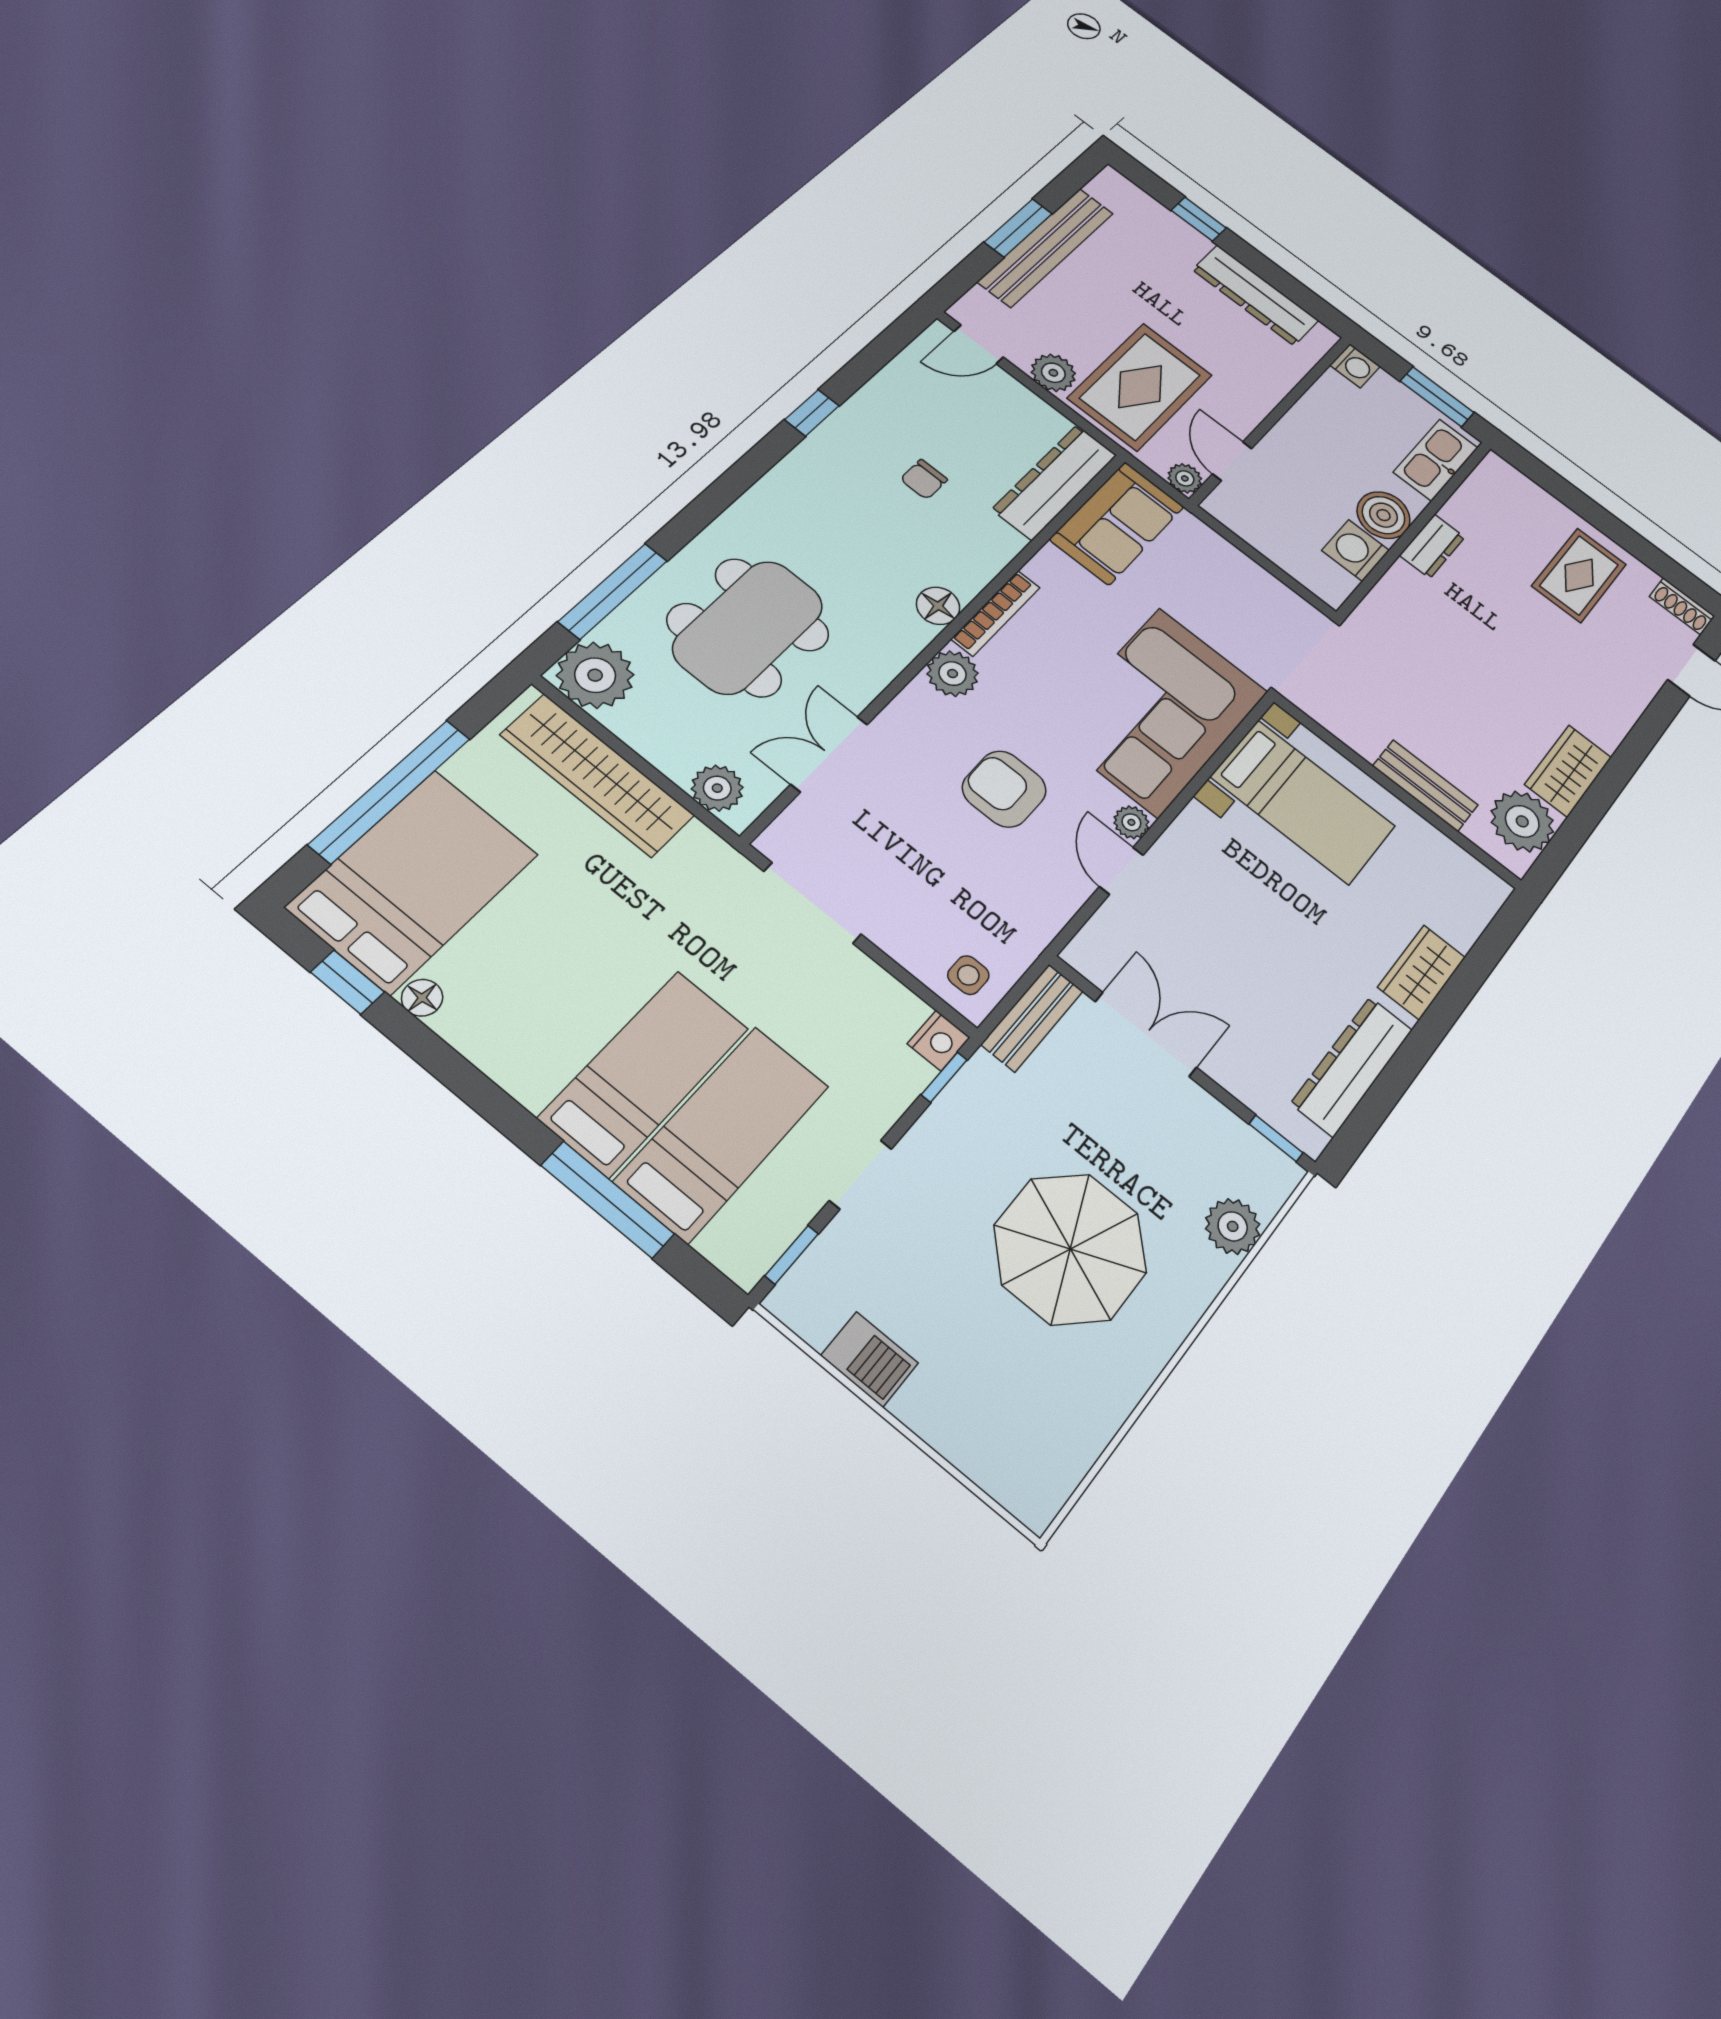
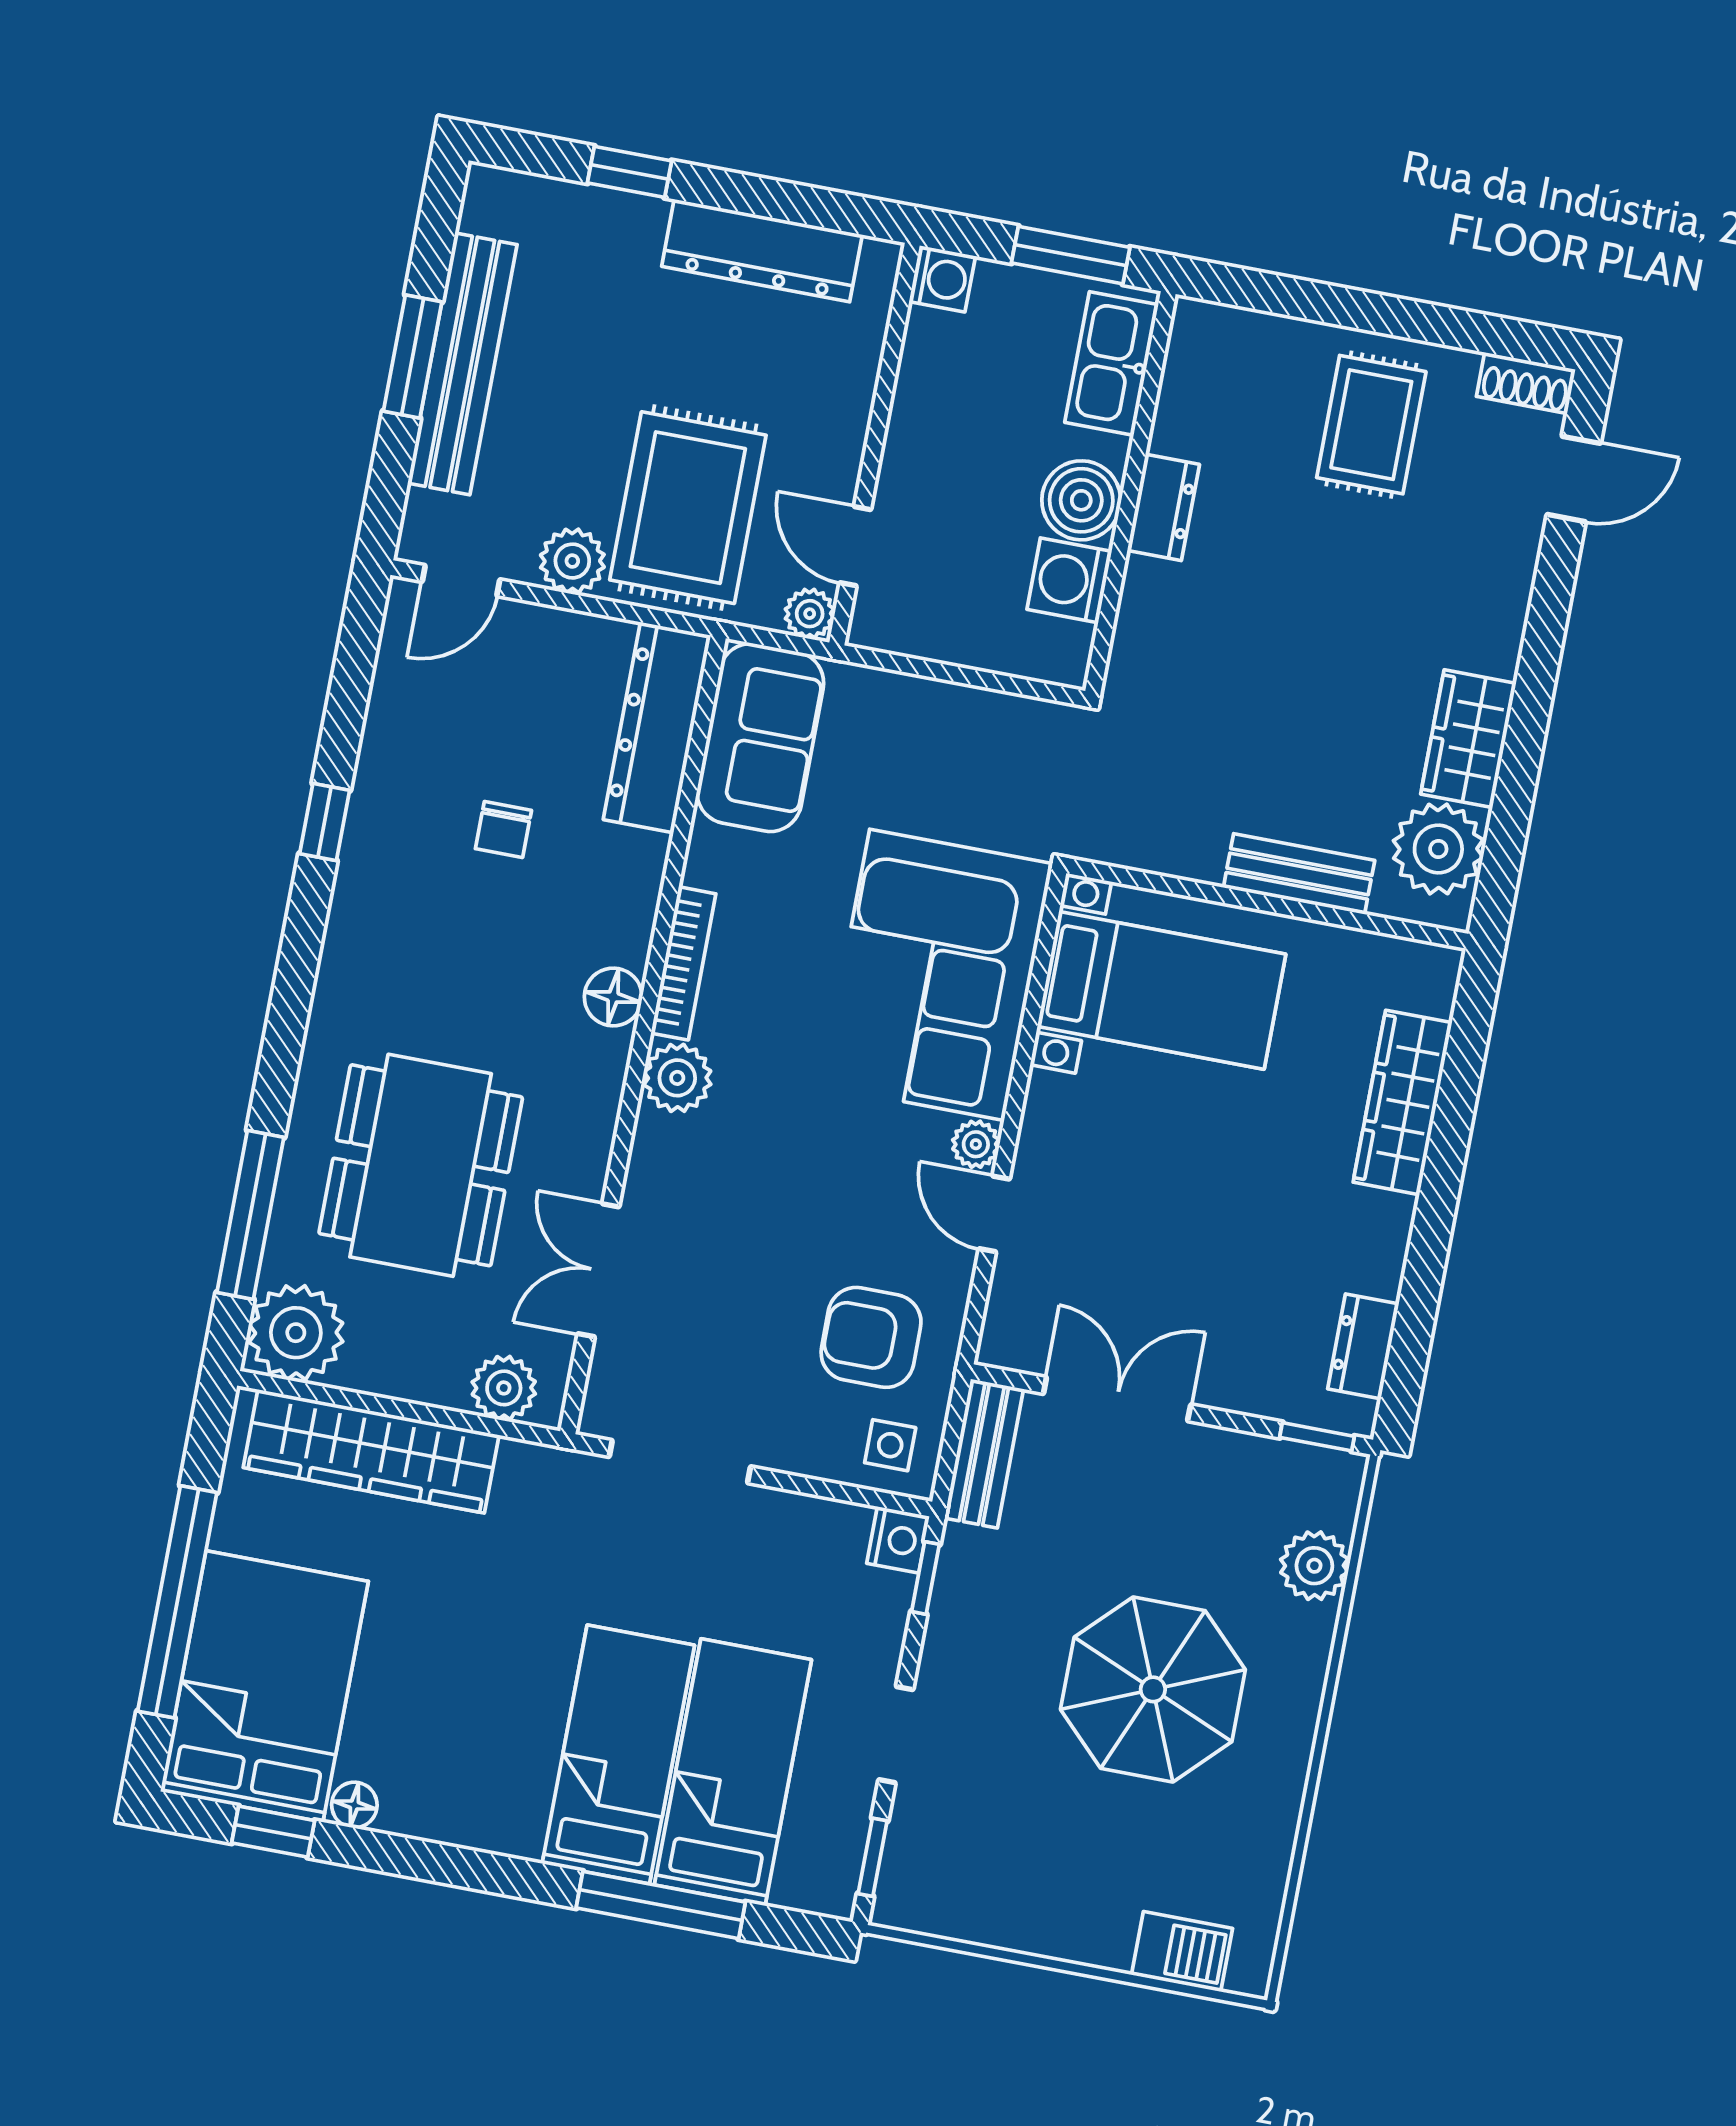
armchair: (1004, 789) -> (871, 1337), moved
wardrobe: (1422, 972) -> (1403, 1102), width x1.50
dresser: (1352, 1066) -> (1363, 1346), width x0.51, depth x0.80
barbecue: (869, 1359) -> (1182, 1952), moved

